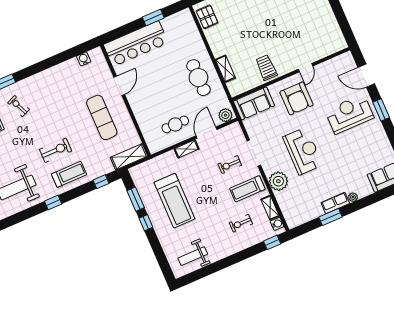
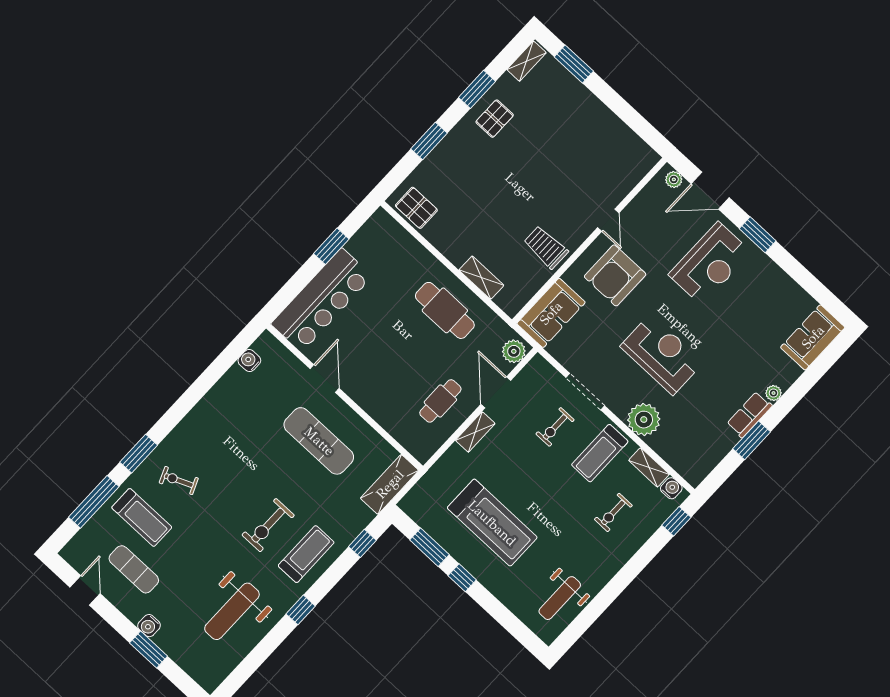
plant: (350, 61) -> (674, 179), added
armchair: (296, 98) -> (615, 275), turned 90
reception desk: (349, 114) -> (710, 263), turned 180
exercise bike: (56, 150) -> (268, 525), turned 180

